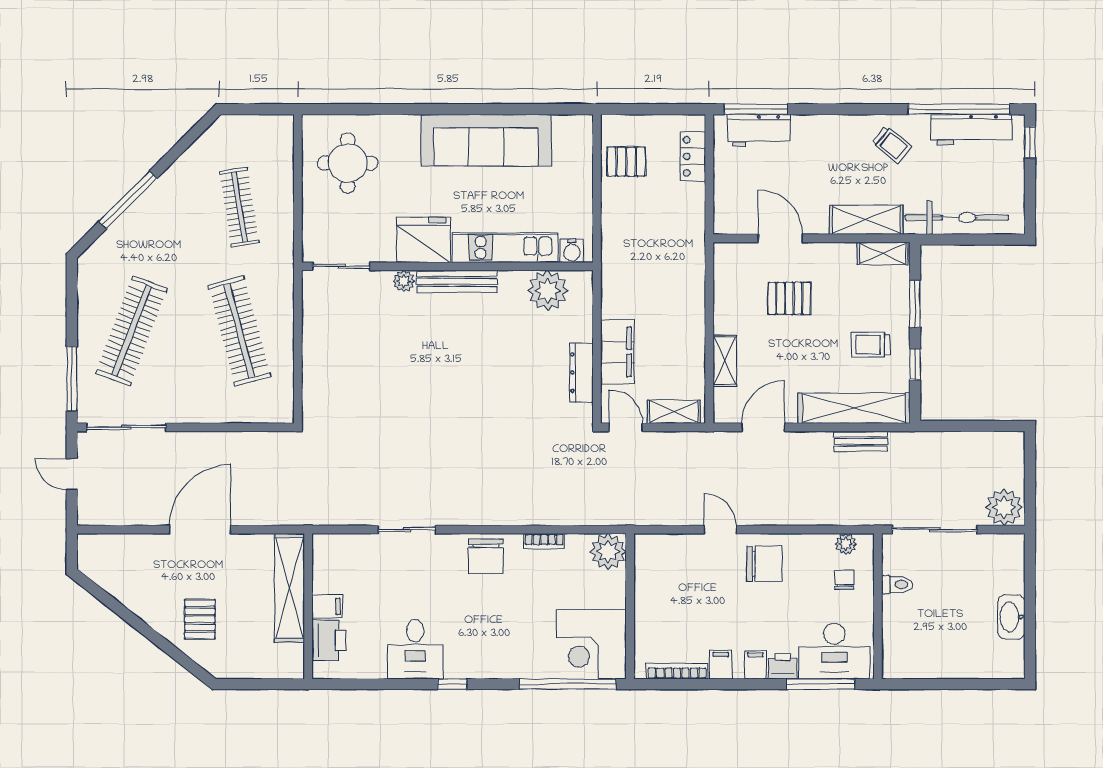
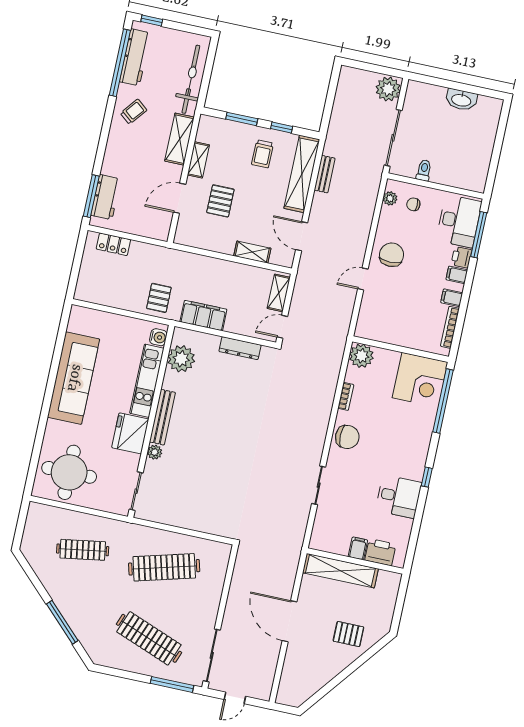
pallet: (626, 162) -> (159, 298), moved
round table: (348, 163) -> (69, 472), width x1.36, depth x1.36
shelving: (883, 253) -> (198, 160), moved
filing cabinet: (617, 352) -> (203, 316), moved

